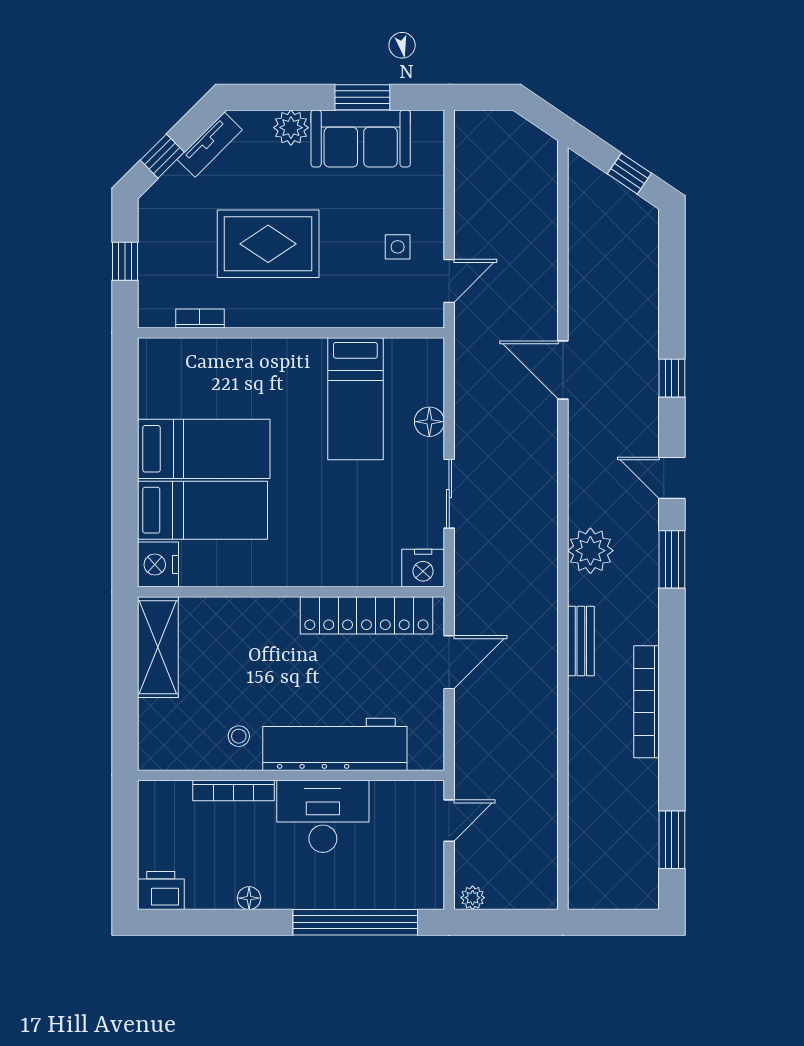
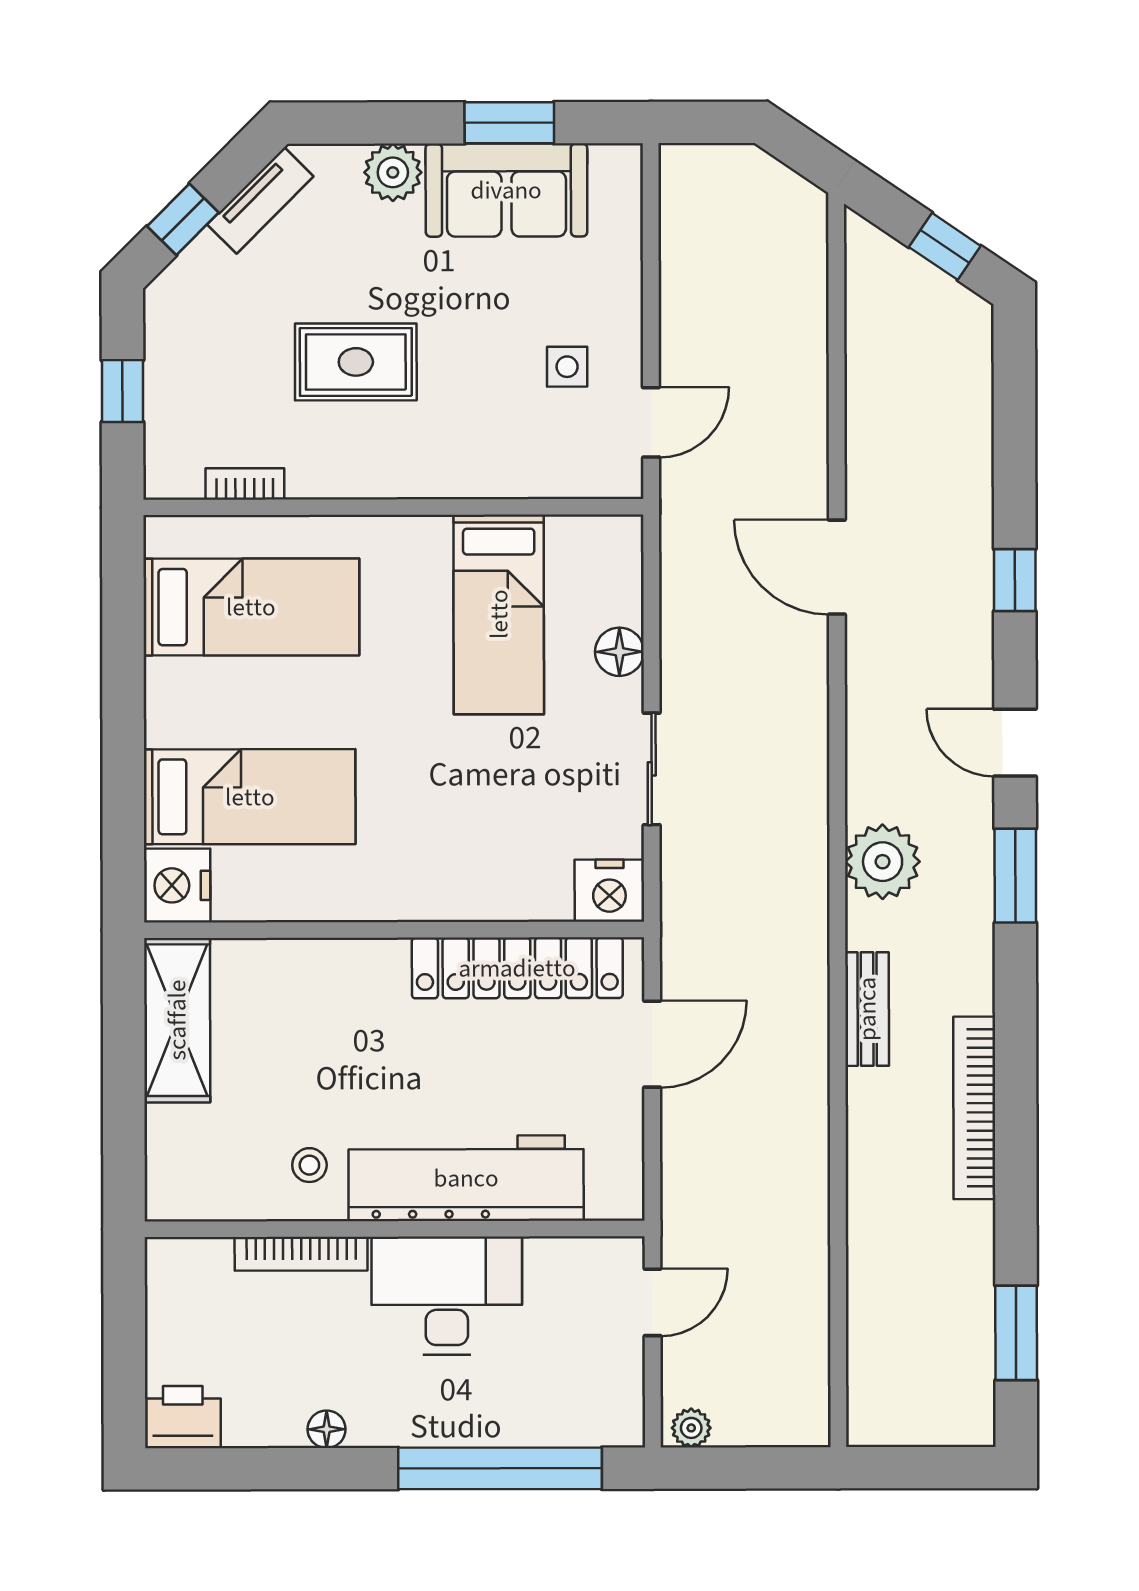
rug: (268, 244) -> (356, 362), width x0.73, depth x0.70
bed: (204, 449) -> (251, 607), moved

